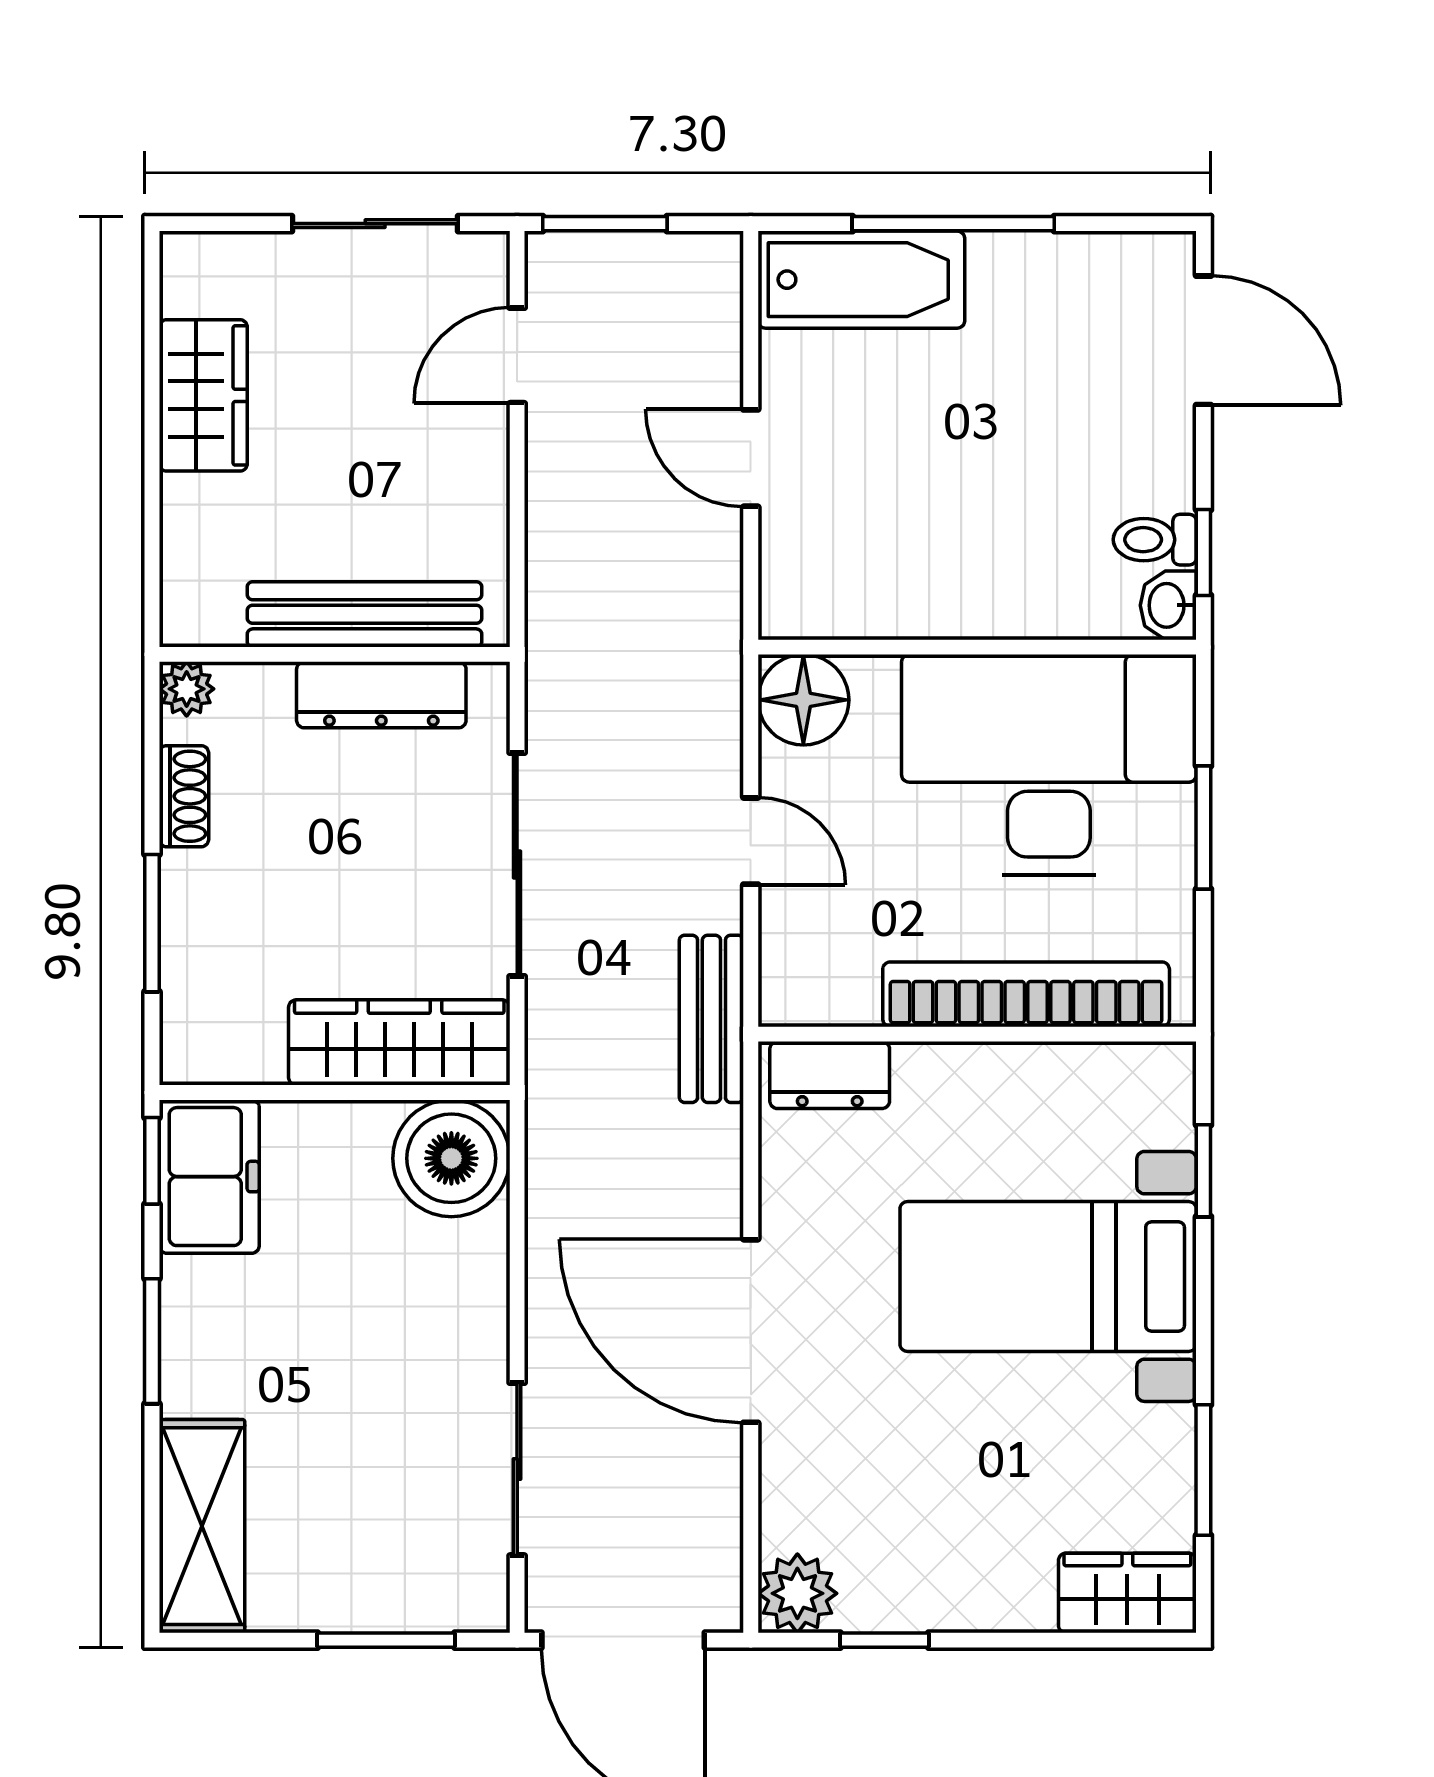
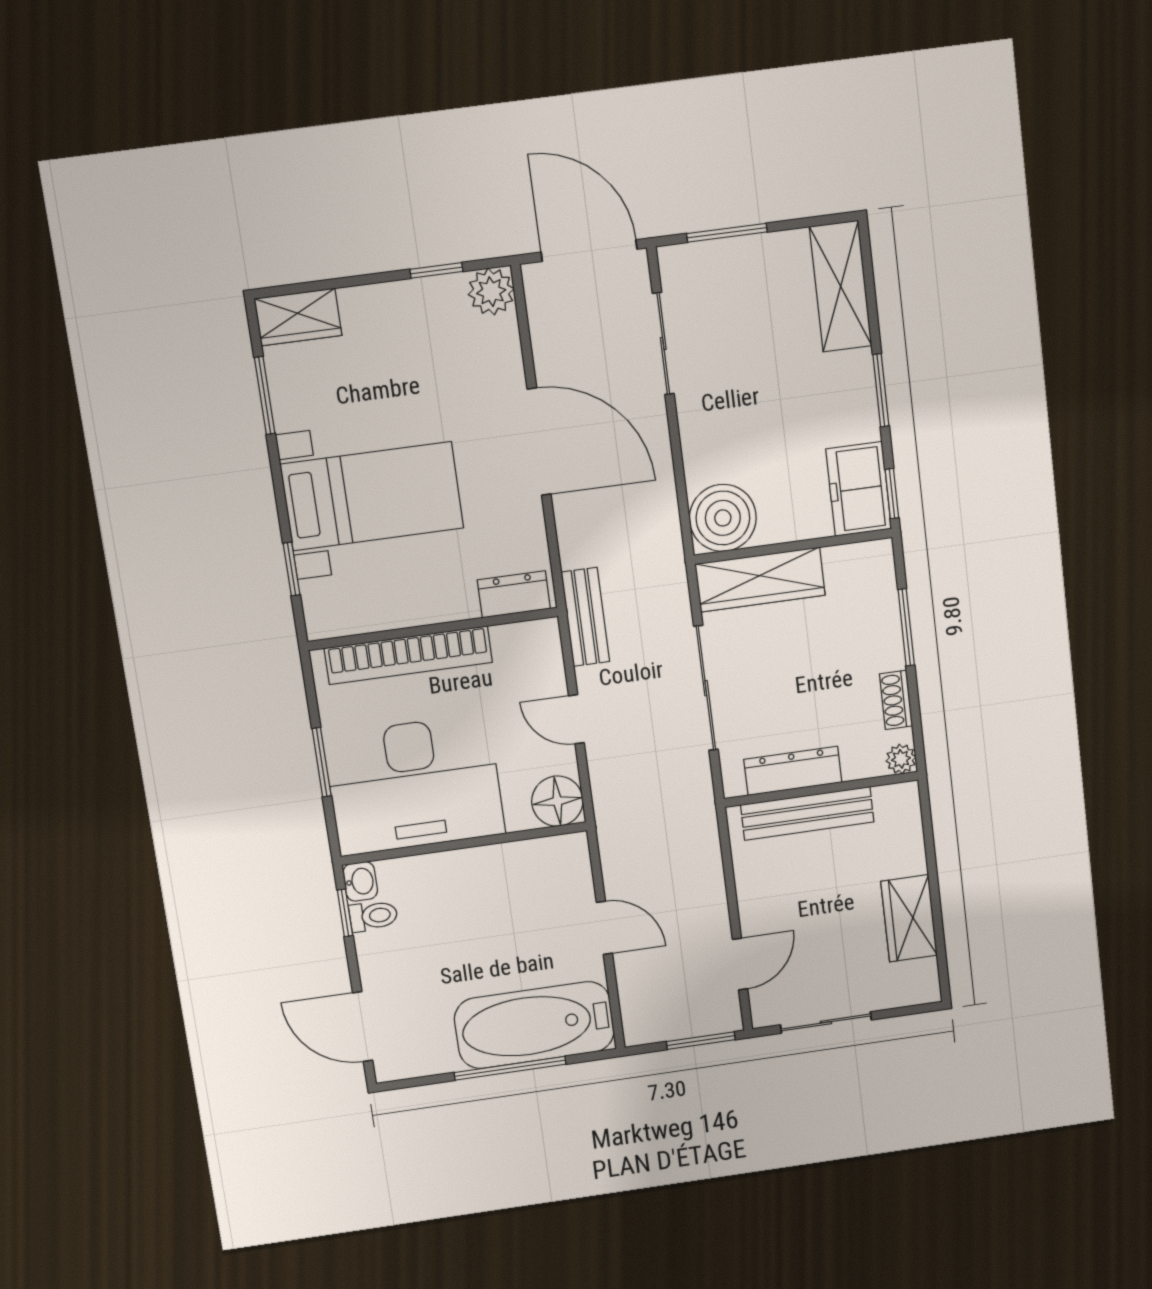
bathtub: (861, 280) -> (534, 1025), width x1.36, depth x1.36

